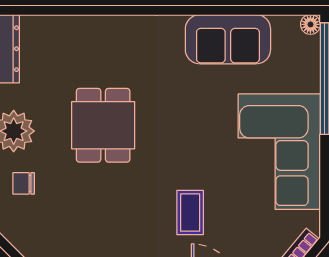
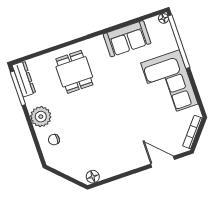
dining table: (103, 125) -> (74, 72), moved
coffee table: (190, 213) -> (137, 126), removed

